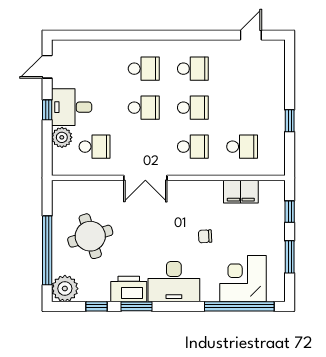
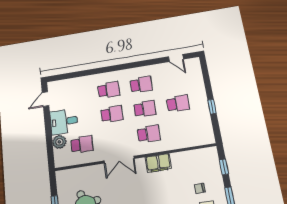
door: (251, 35) -> (176, 58), swing flipped
window: (47, 110) -> (48, 126), removed
school desk: (242, 147) -> (178, 103), moved
filing cabinet: (241, 192) -> (158, 163), moved
chair: (205, 236) -> (200, 188), moved

